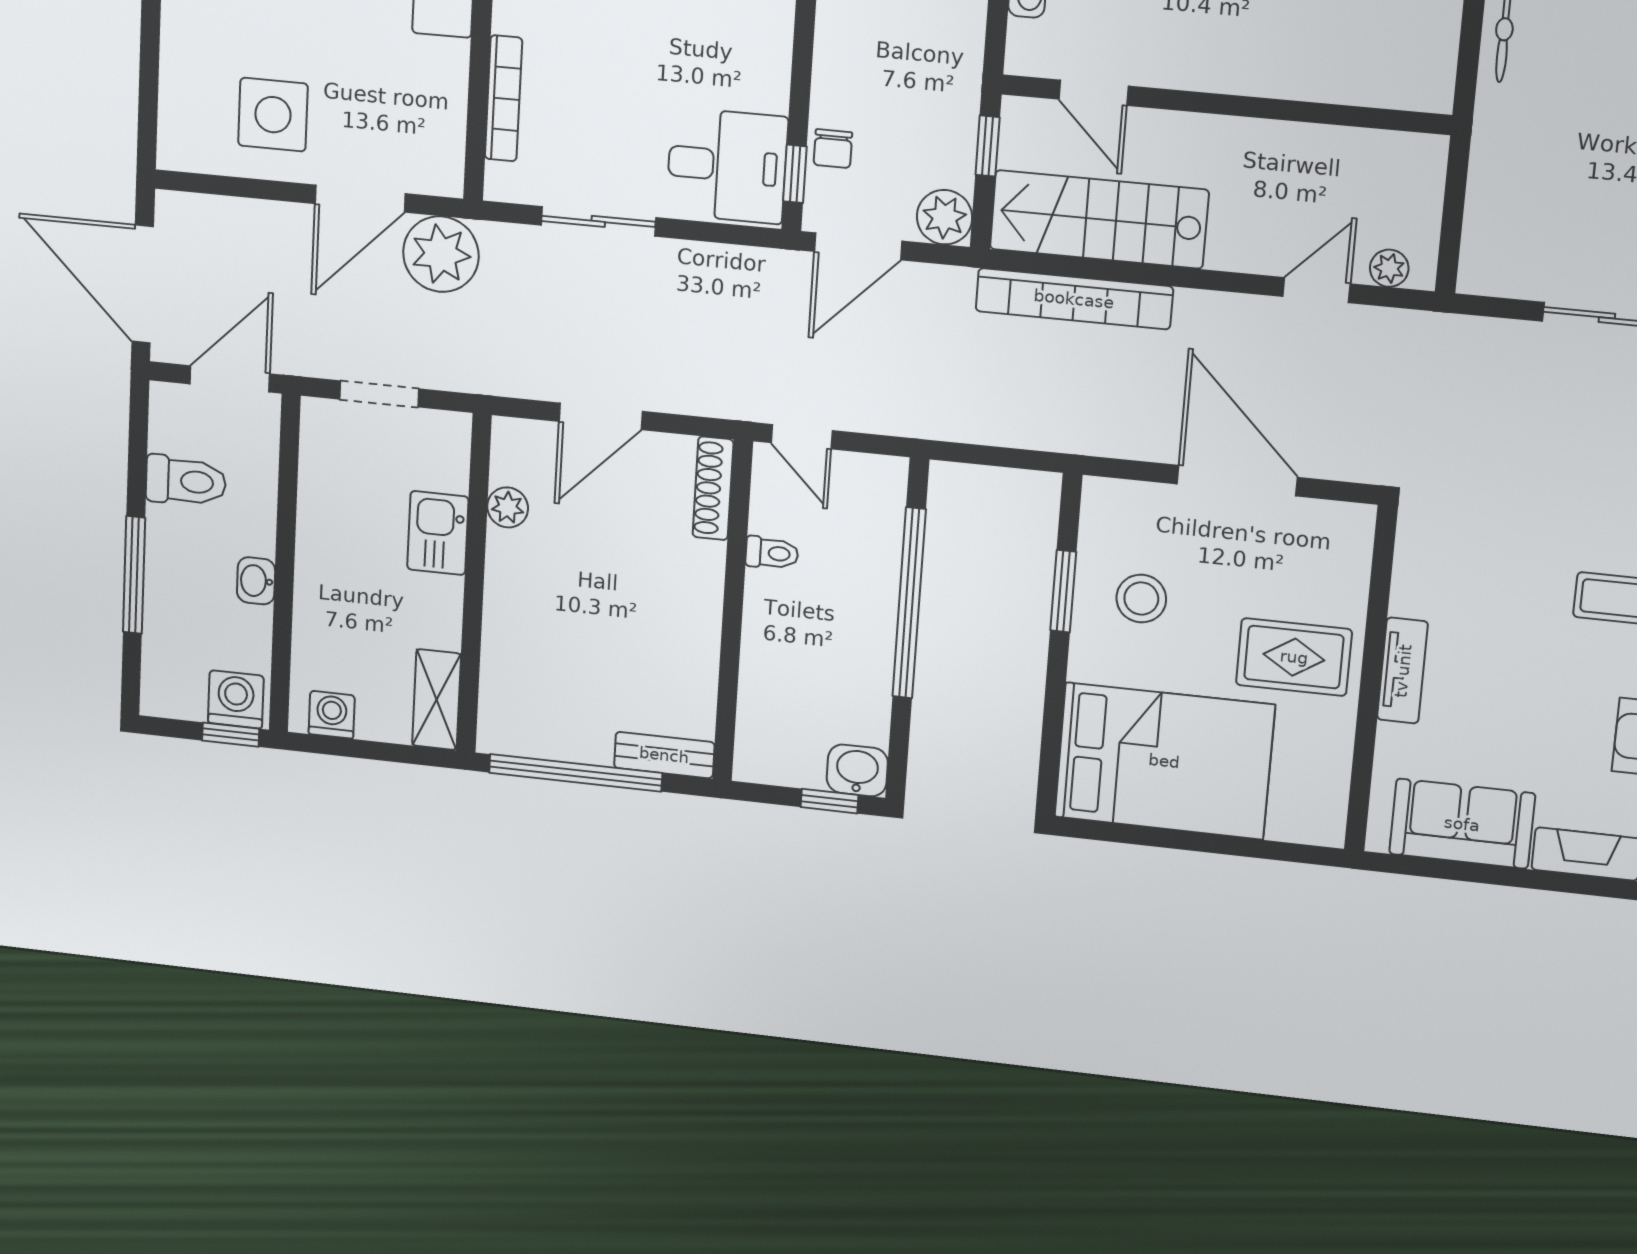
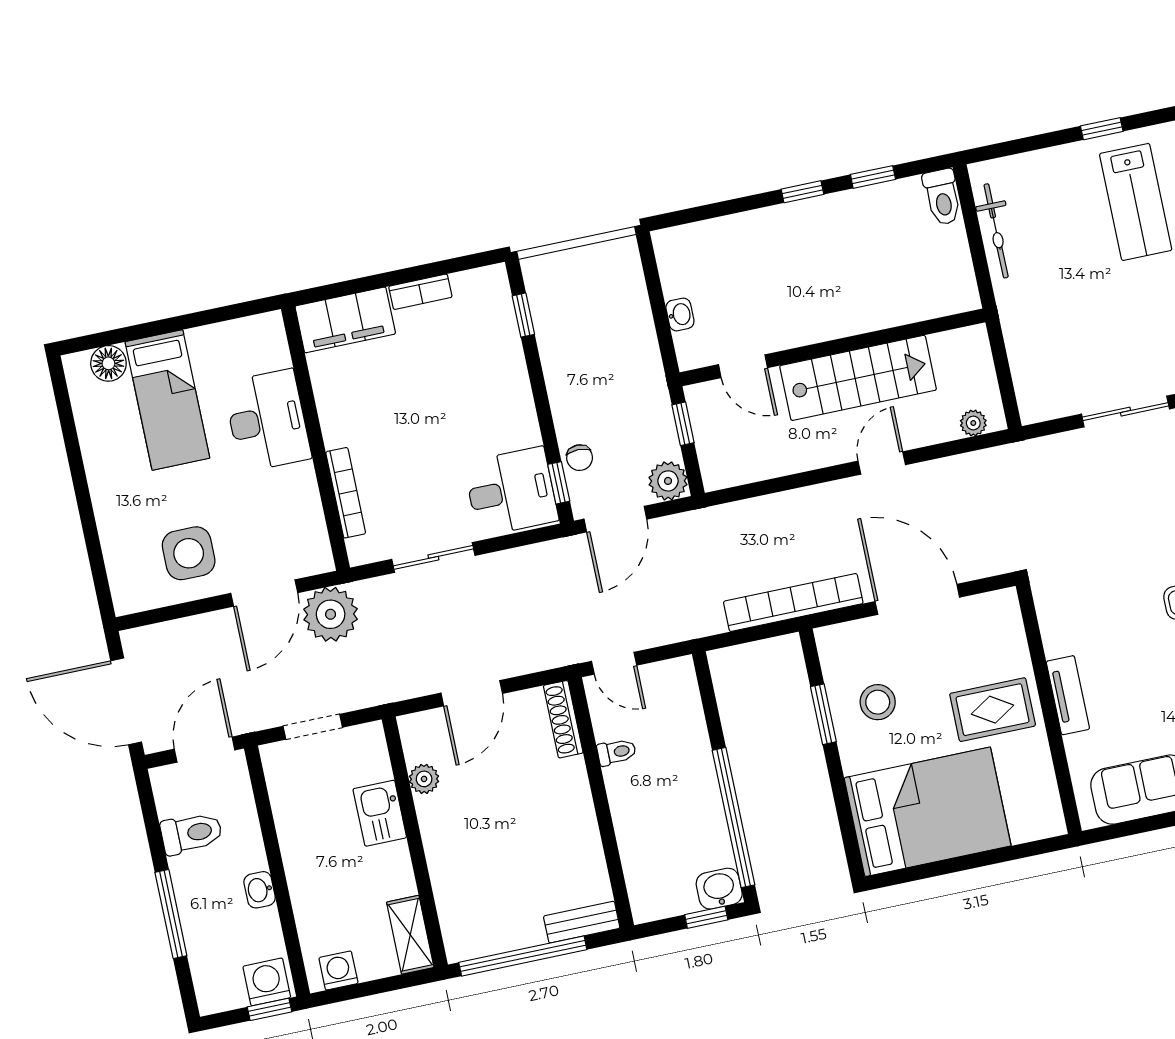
stairs: (1099, 219) -> (858, 378), moved, turned 180
door: (1317, 290) -> (882, 463), moved
bookcase: (1074, 299) -> (793, 602), moved, turned 180
window: (909, 603) -> (734, 818), moved

